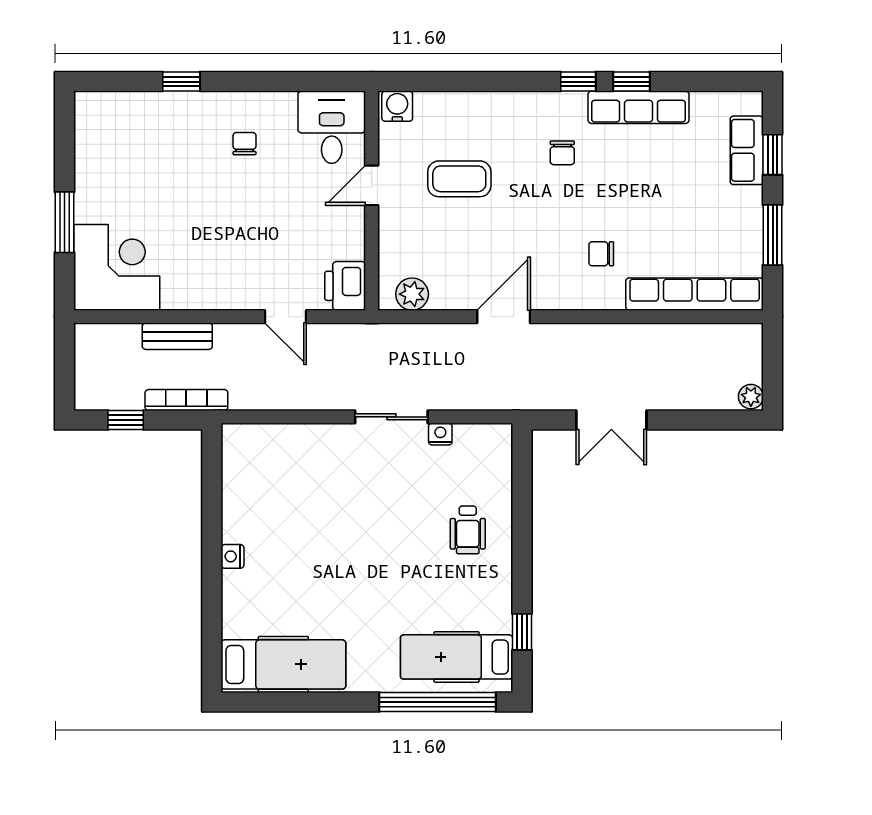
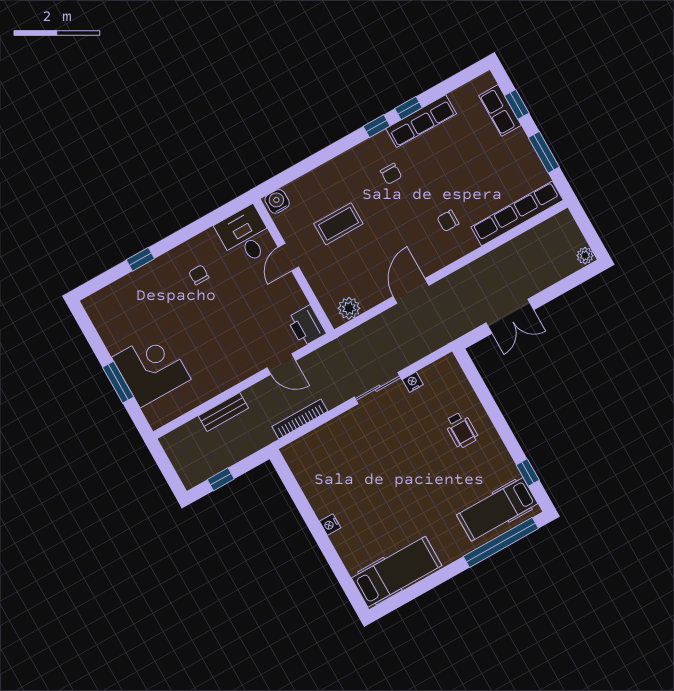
corner desk: (117, 267) -> (151, 368), moved
bookcase: (186, 400) -> (300, 419), moved

